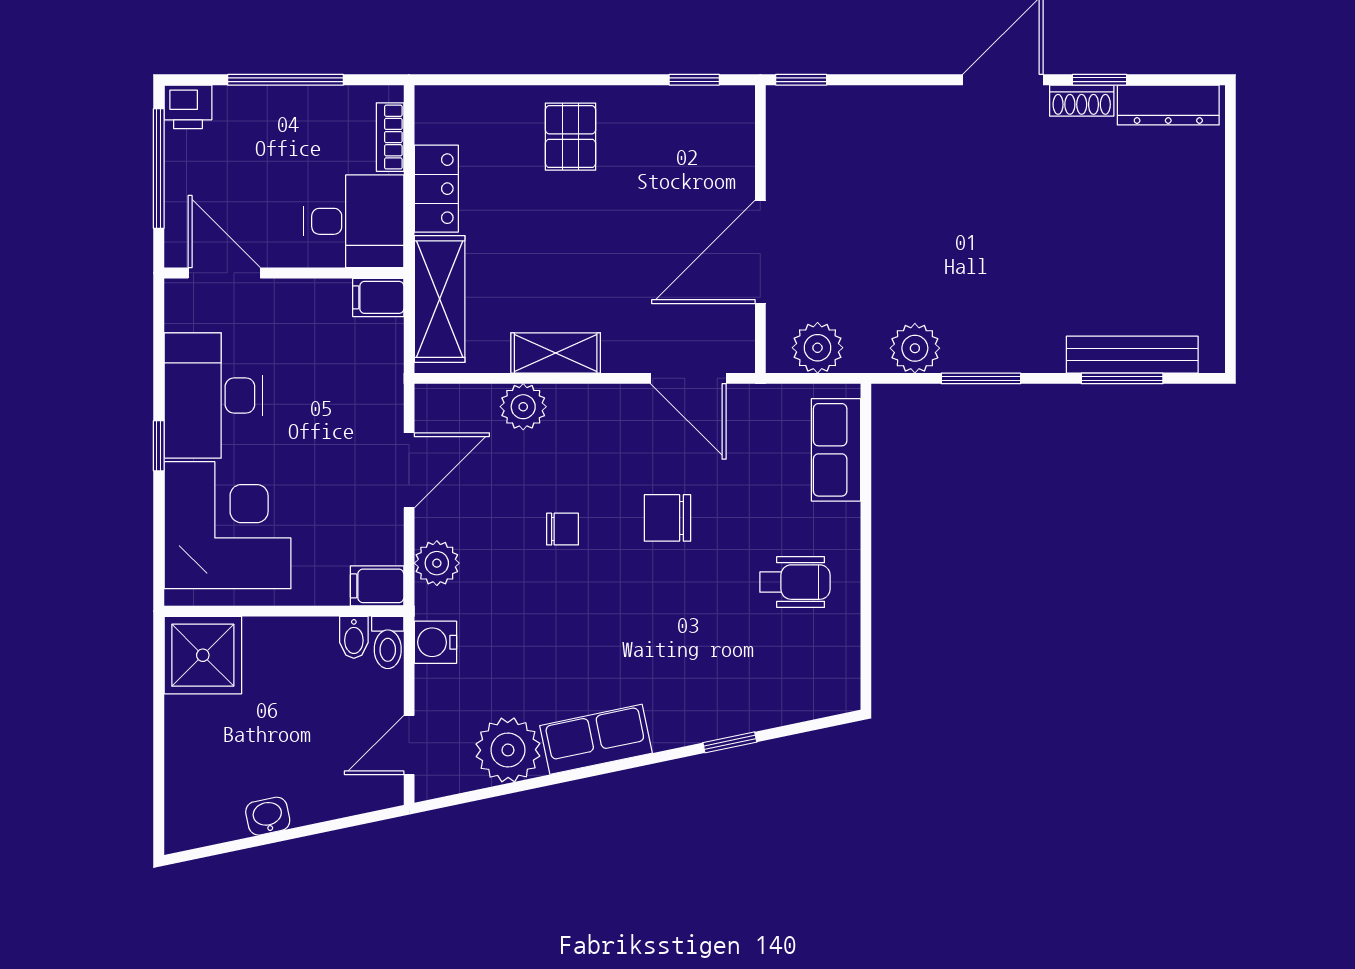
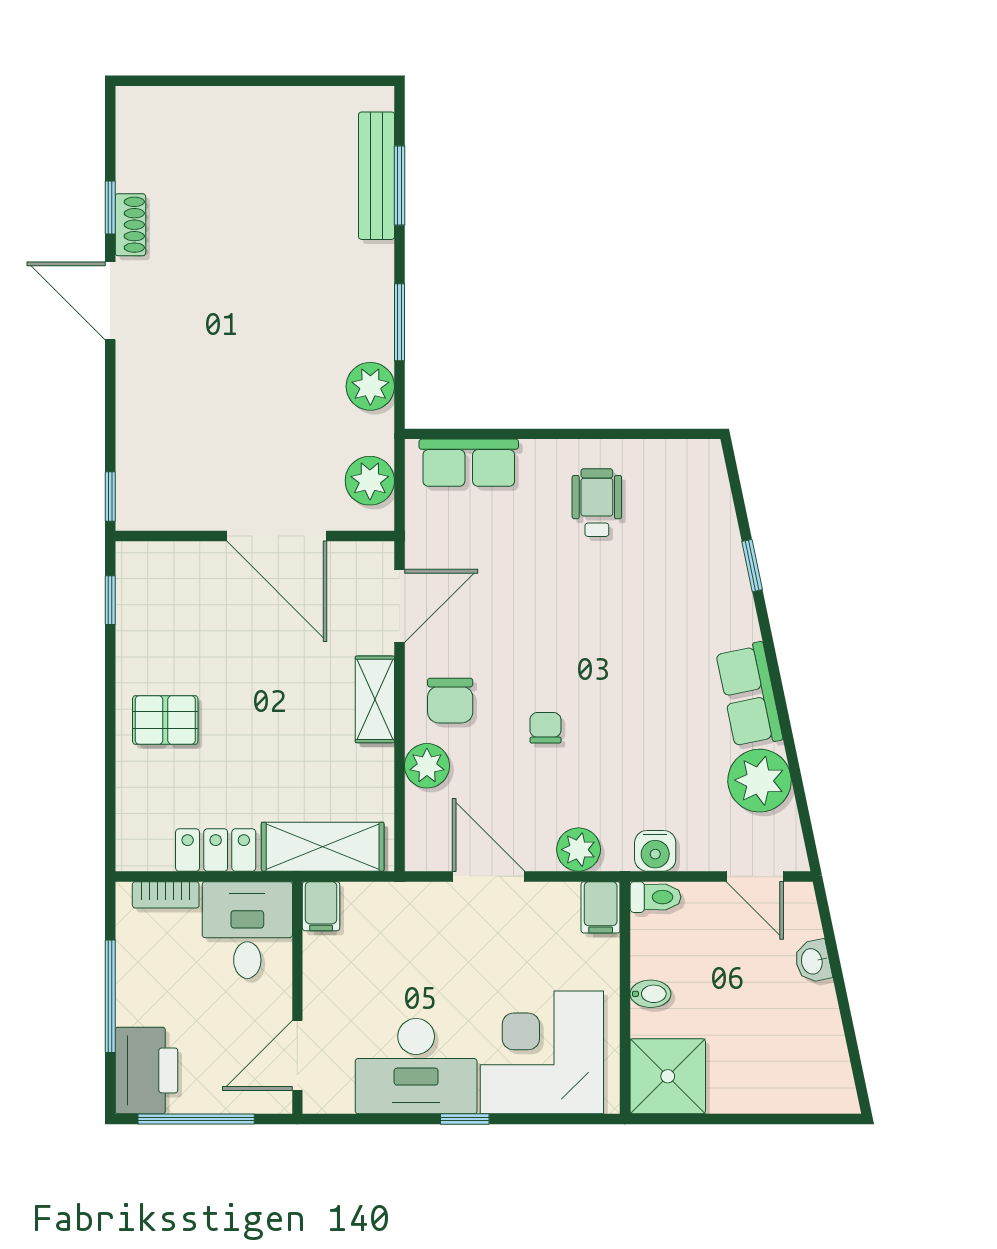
dresser: (1168, 105) -> (135, 141), removed
printer: (188, 107) -> (146, 1070), width x1.87, depth x1.48
shelving: (556, 353) -> (375, 699), moved
chair: (667, 518) -> (450, 701), moved
bidet: (354, 637) -> (651, 994), moved
washbasin: (268, 816) -> (813, 961), moved

